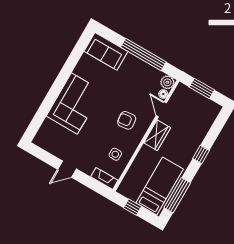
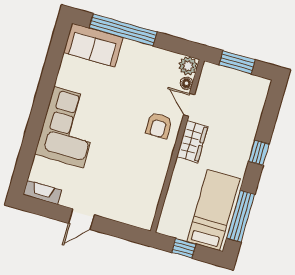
window: (143, 54) -> (123, 30), moved
armchair: (127, 120) -> (159, 126), moved, turned -83
side table: (115, 154) -> (142, 182), removed
fireplace: (104, 178) -> (42, 192), moved

